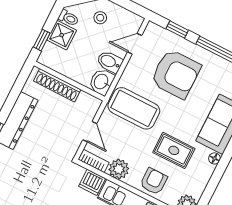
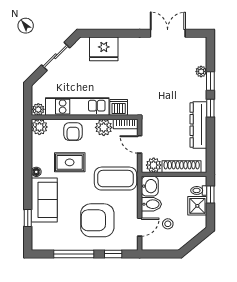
toilet: (68, 18) -> (199, 190), moved
stool: (100, 18) -> (168, 224), moved
plant: (86, 102) -> (154, 165), added

